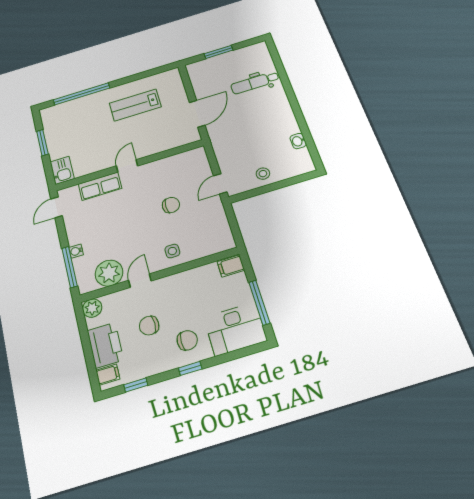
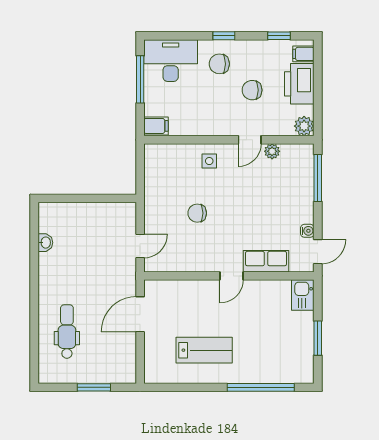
dental chair: (255, 83) -> (67, 331), turned -90
stool: (263, 174) -> (93, 217), removed
door: (220, 184) -> (140, 246), moved
water cooler: (76, 251) -> (307, 231), moved
plant: (109, 273) -> (272, 151), width x0.53, depth x0.53
chair: (149, 326) -> (252, 90), turned 180

